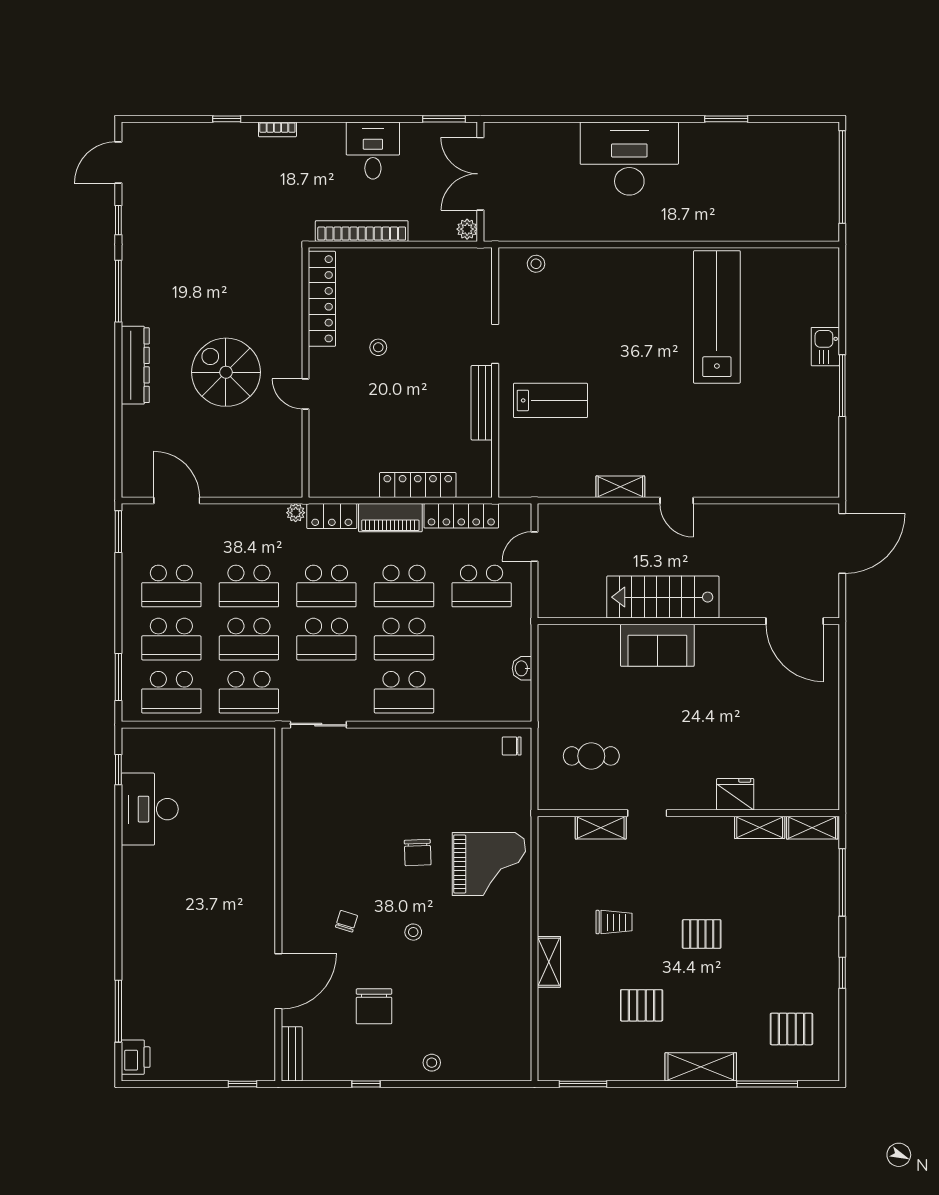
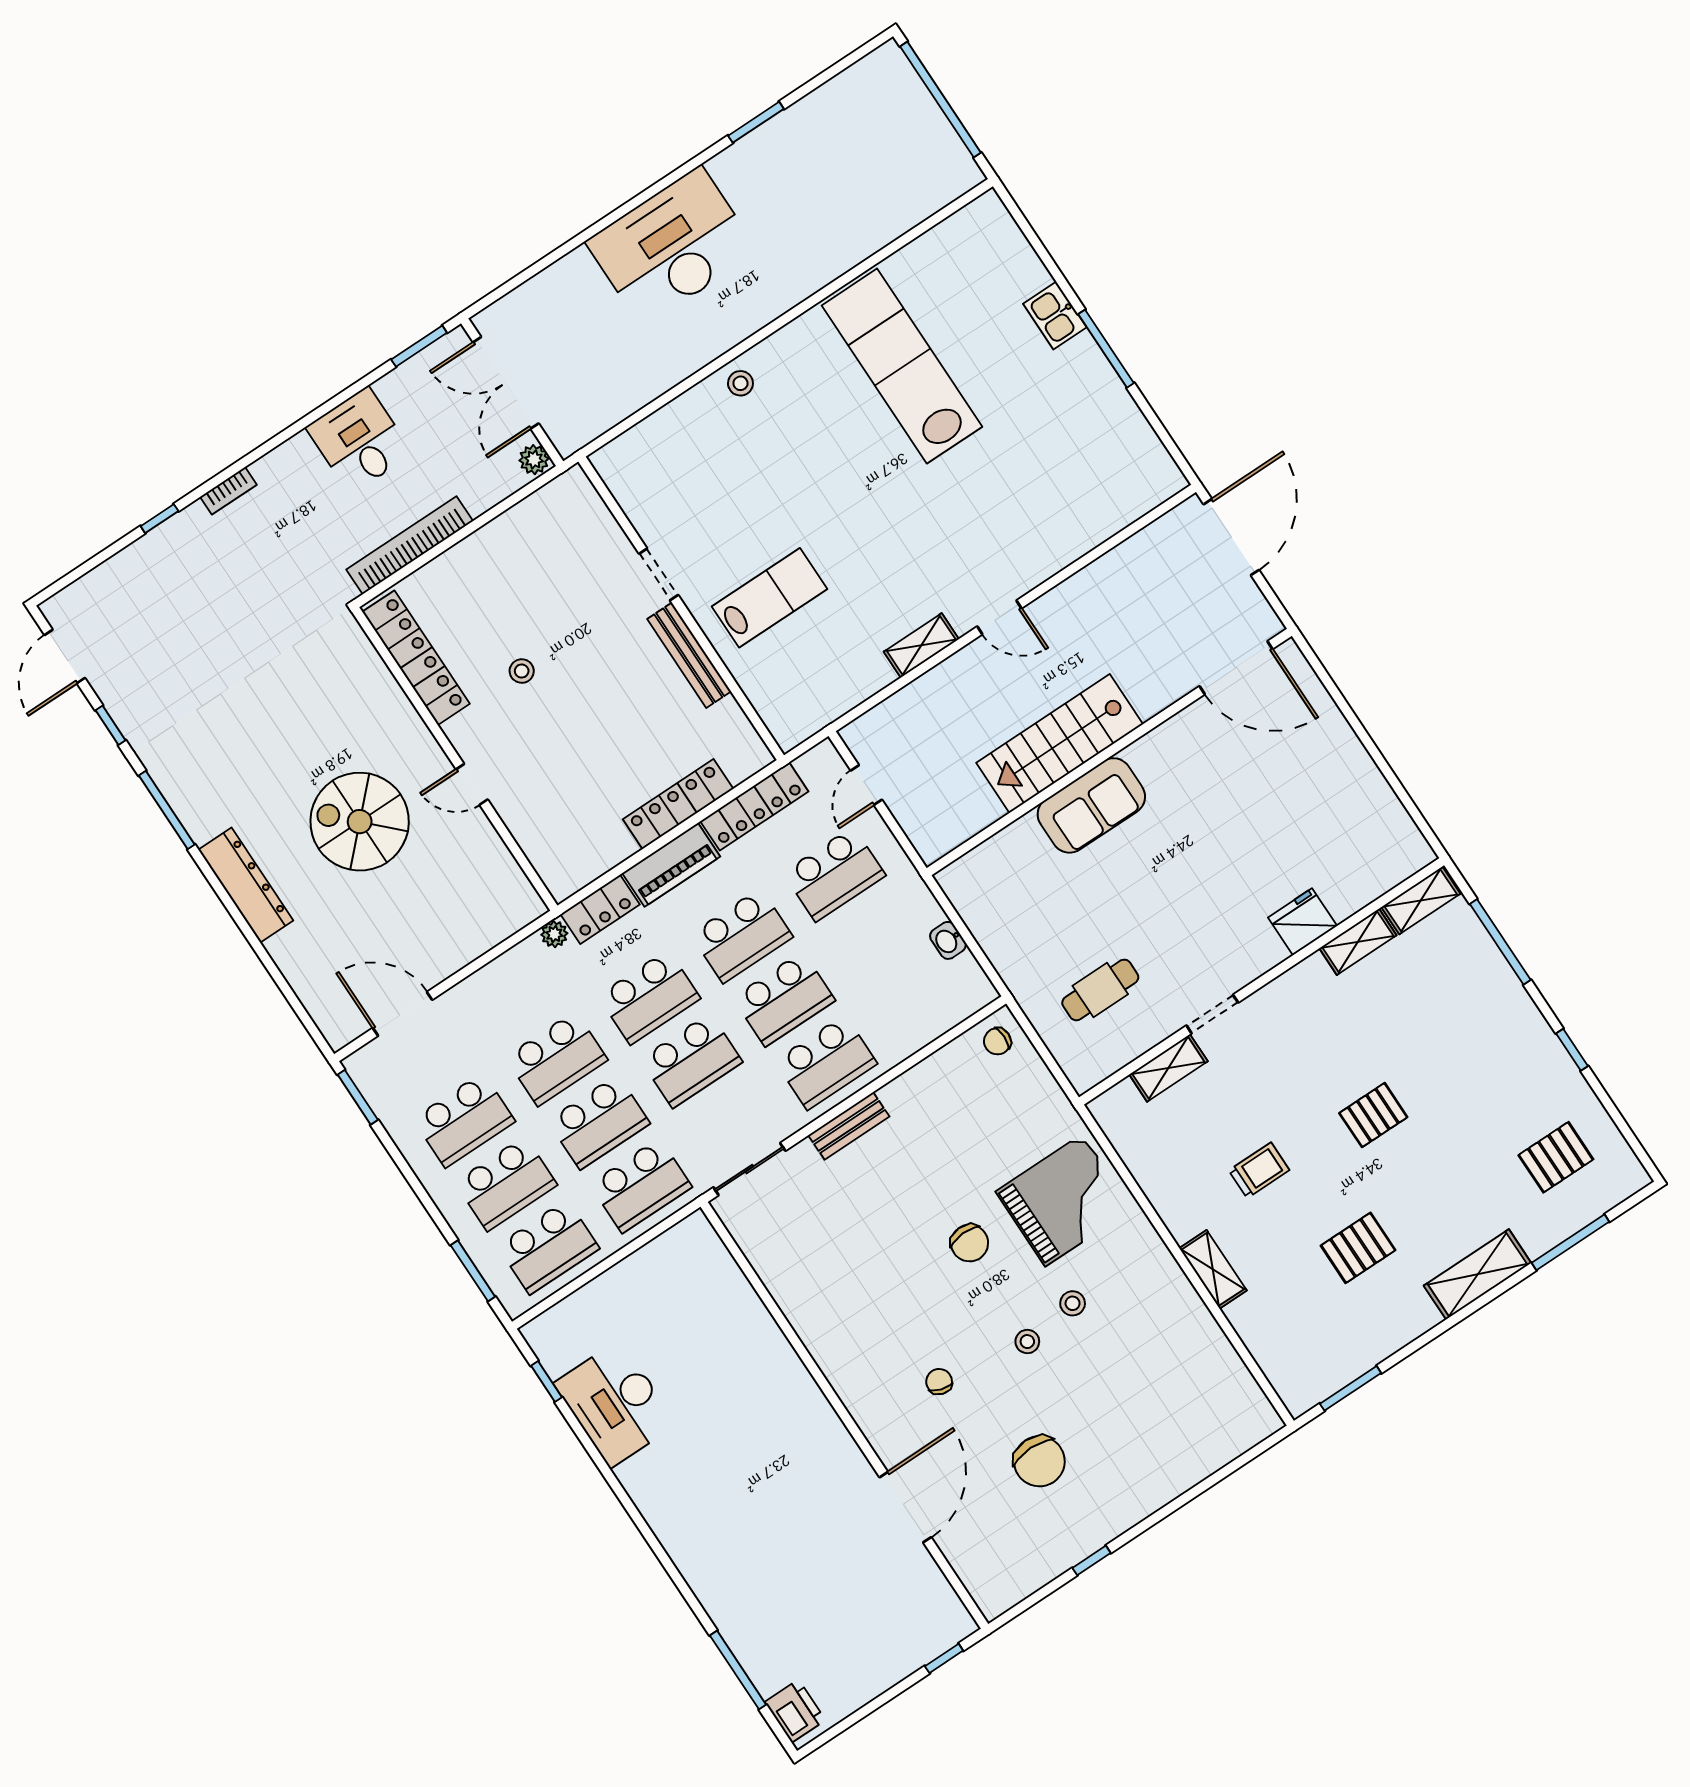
stool: (536, 264) -> (740, 383), moved
bench: (292, 1054) -> (849, 1126), moved, turned 90
stool: (432, 1063) -> (1073, 1303), moved

